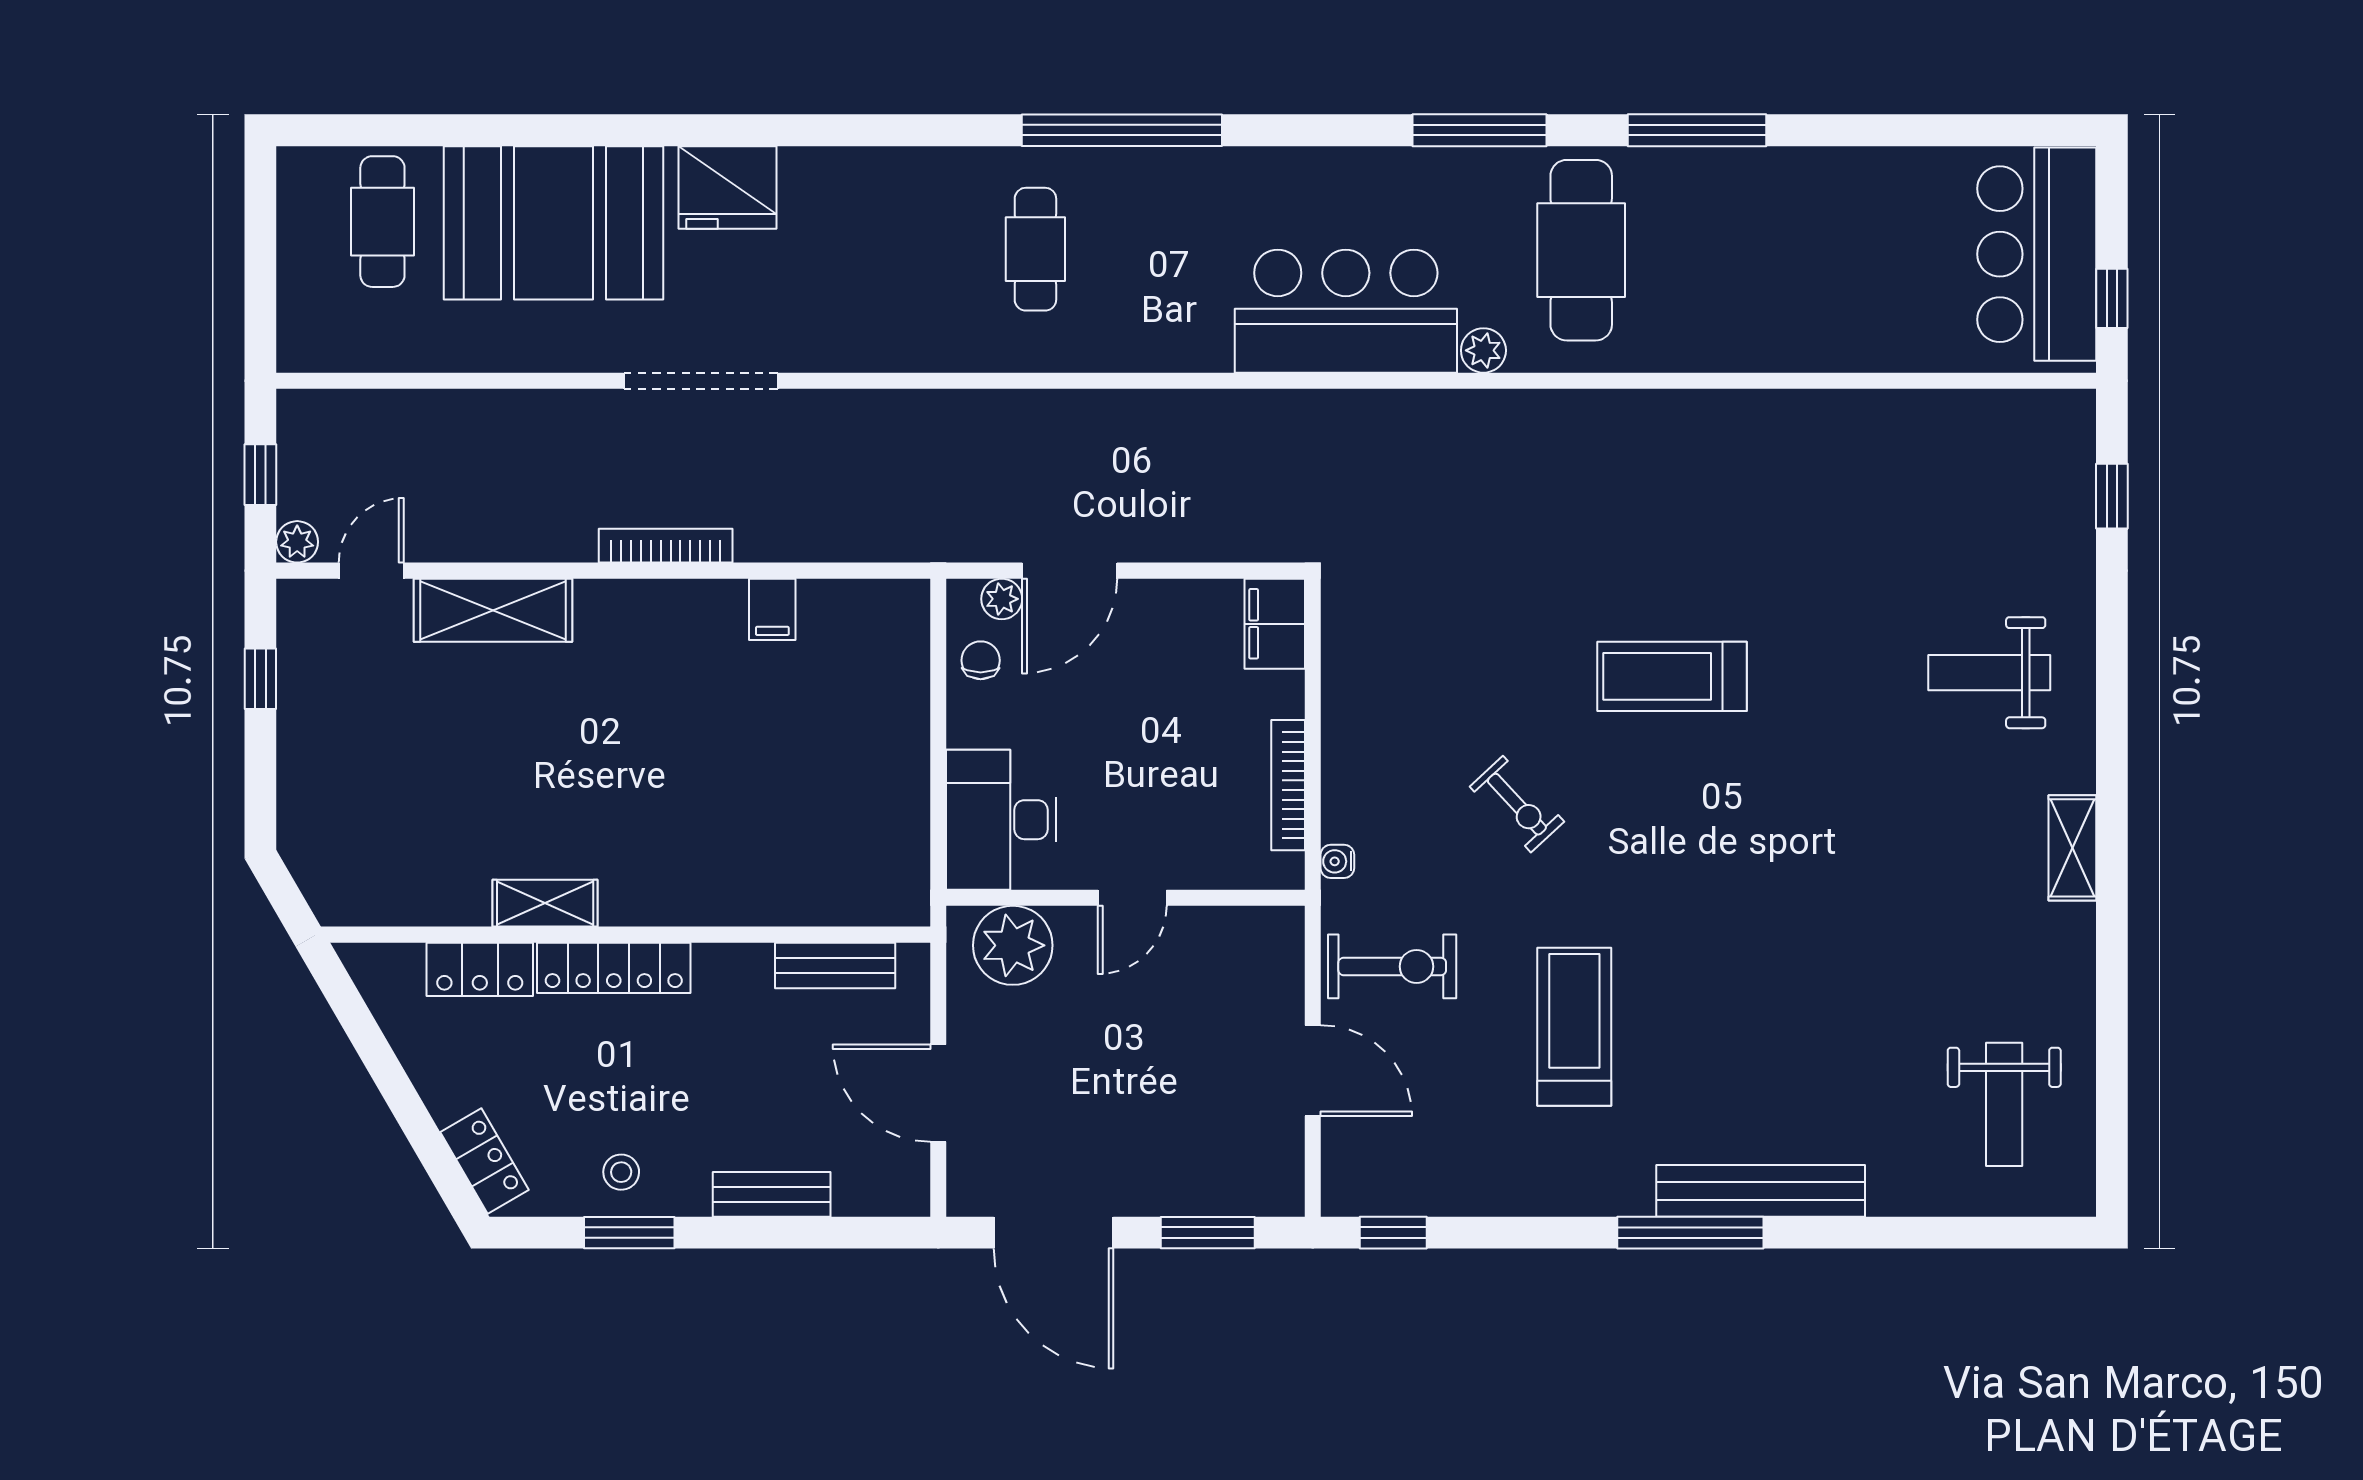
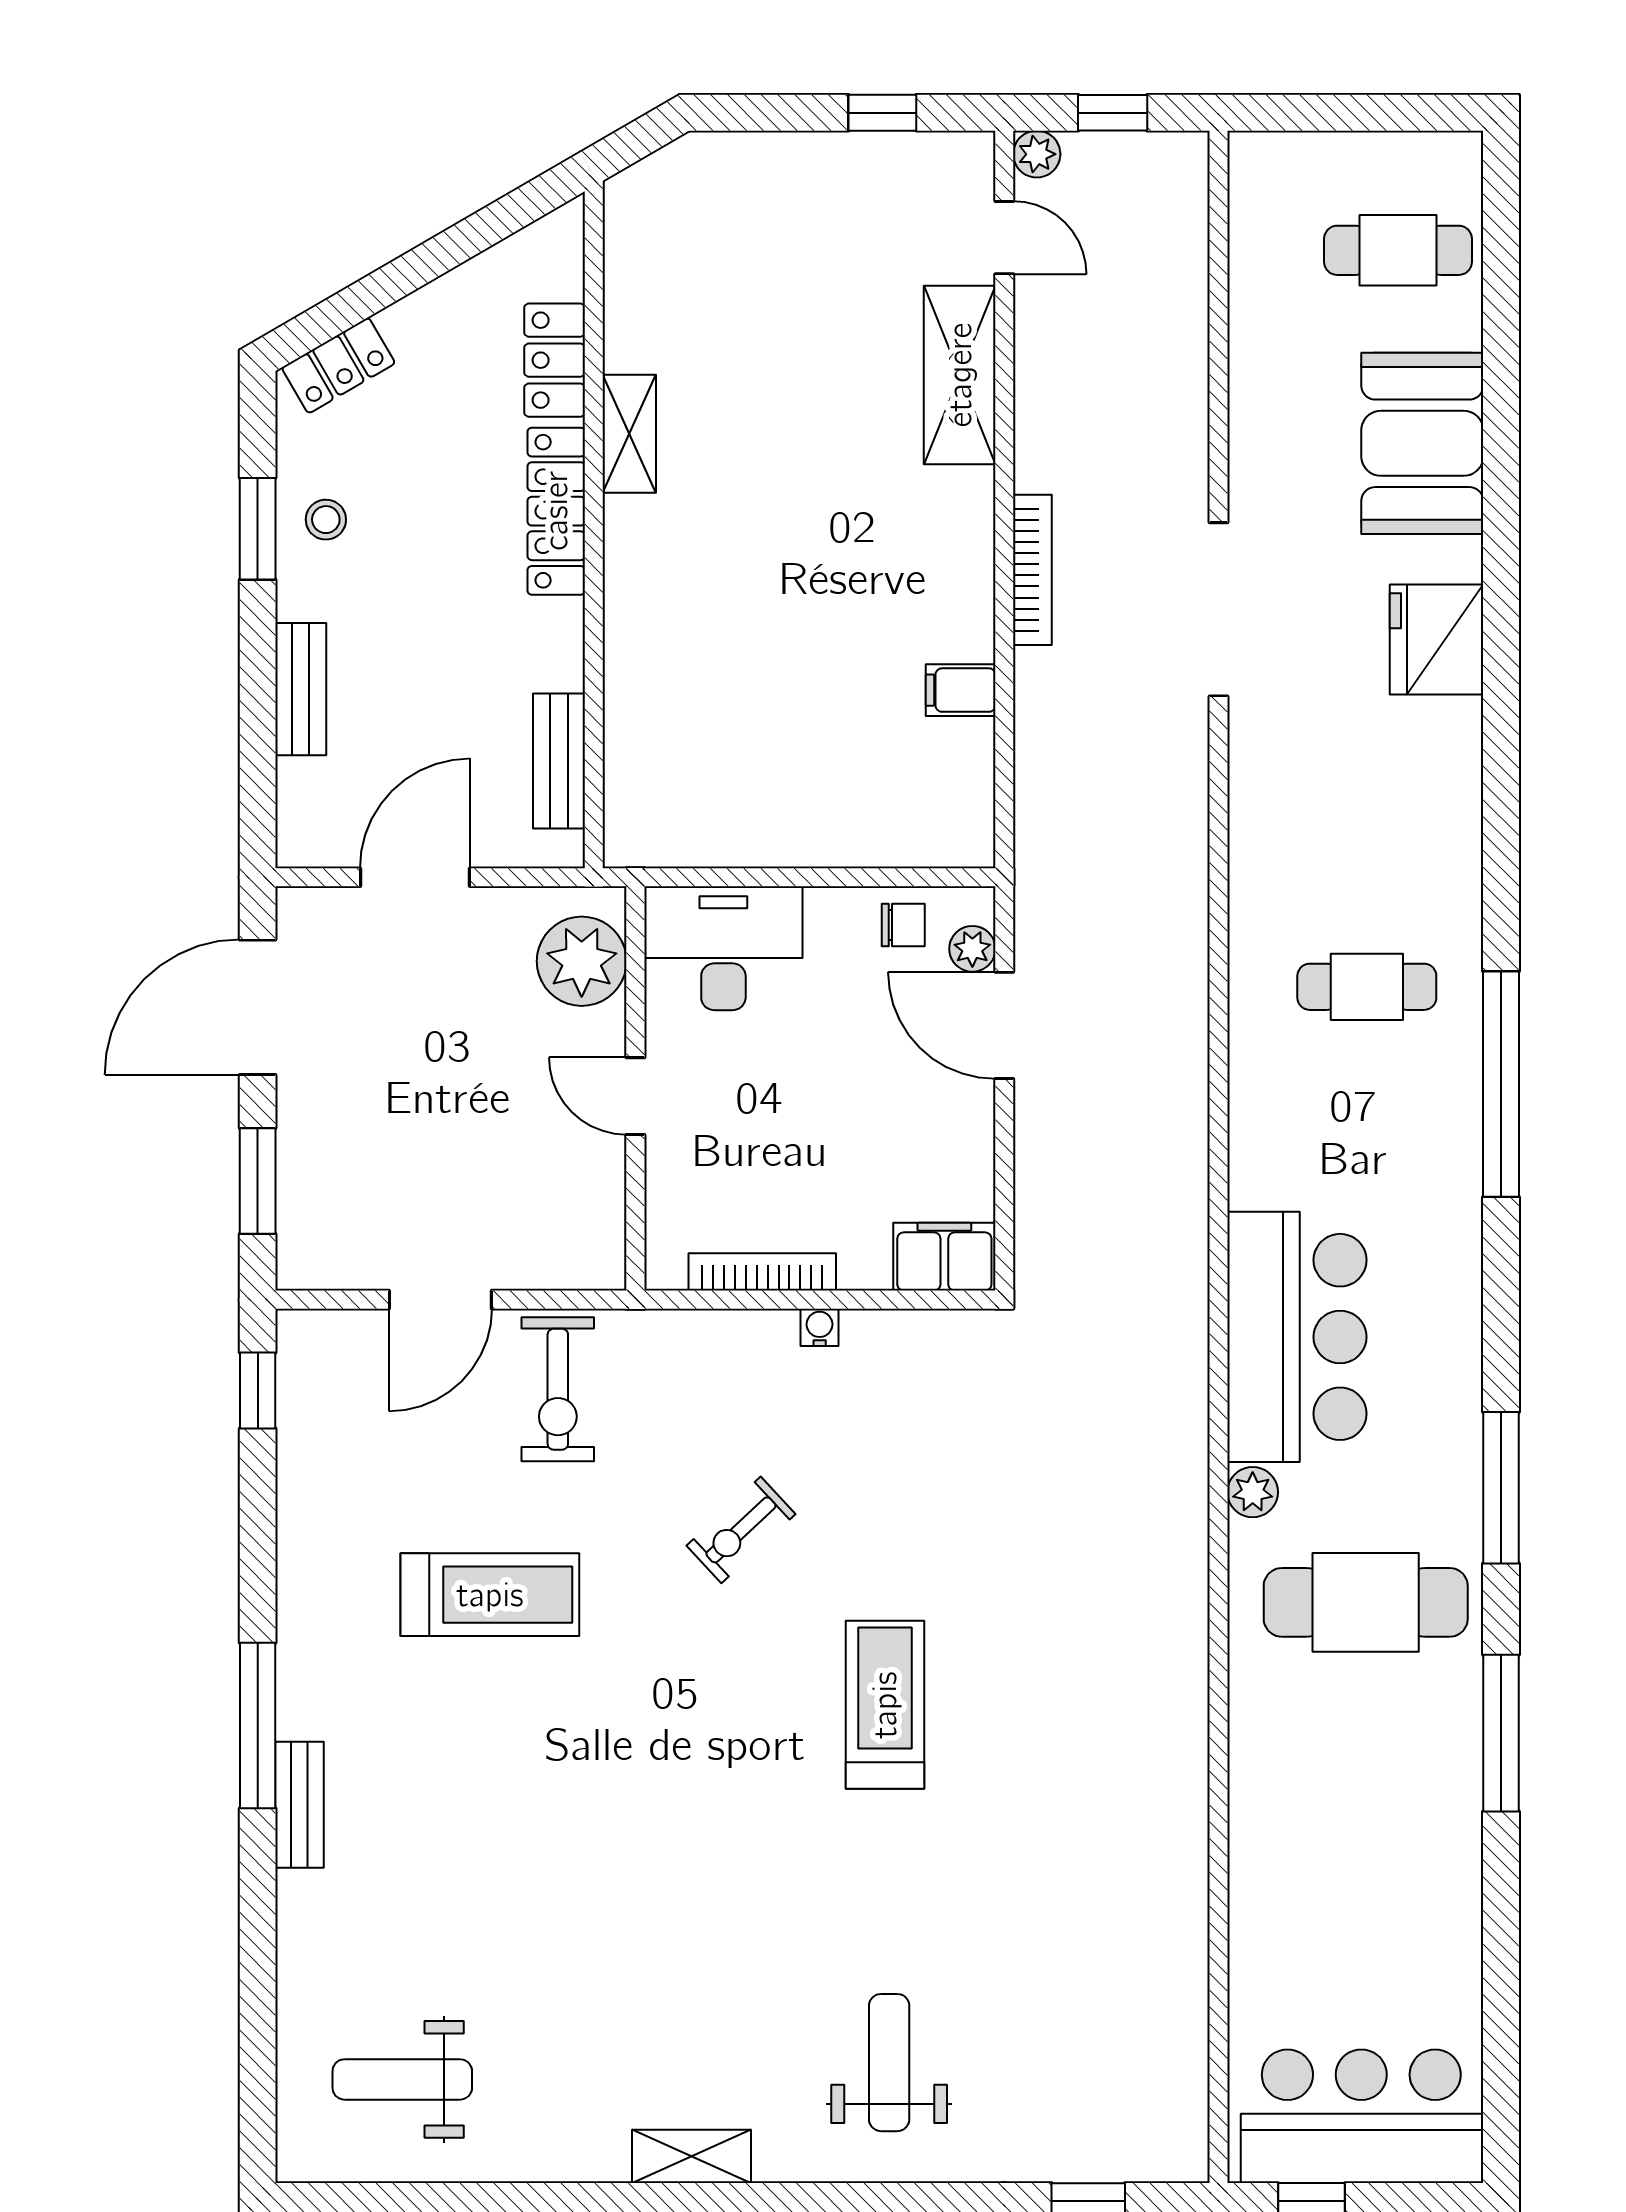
booth: (554, 223) -> (1422, 443), width x0.73, depth x0.70
water cooler: (1337, 861) -> (820, 1327), moved
bench: (1761, 1191) -> (300, 1805), width x0.54, depth x0.82

